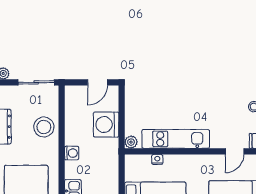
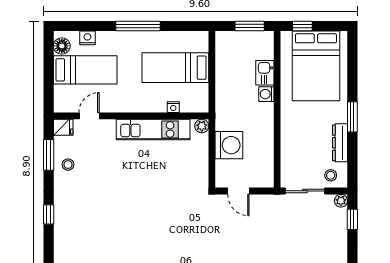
door: (97, 82) -> (238, 191), swing flipped
stool: (44, 127) -> (331, 175), moved, width x0.53, depth x0.53
washing machine: (72, 153) -> (266, 94), moved

